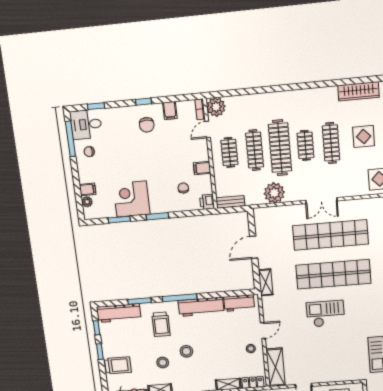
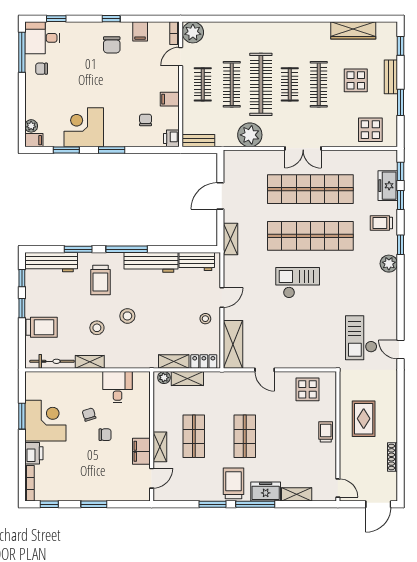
filing cabinet: (88, 189) -> (34, 140), moved

